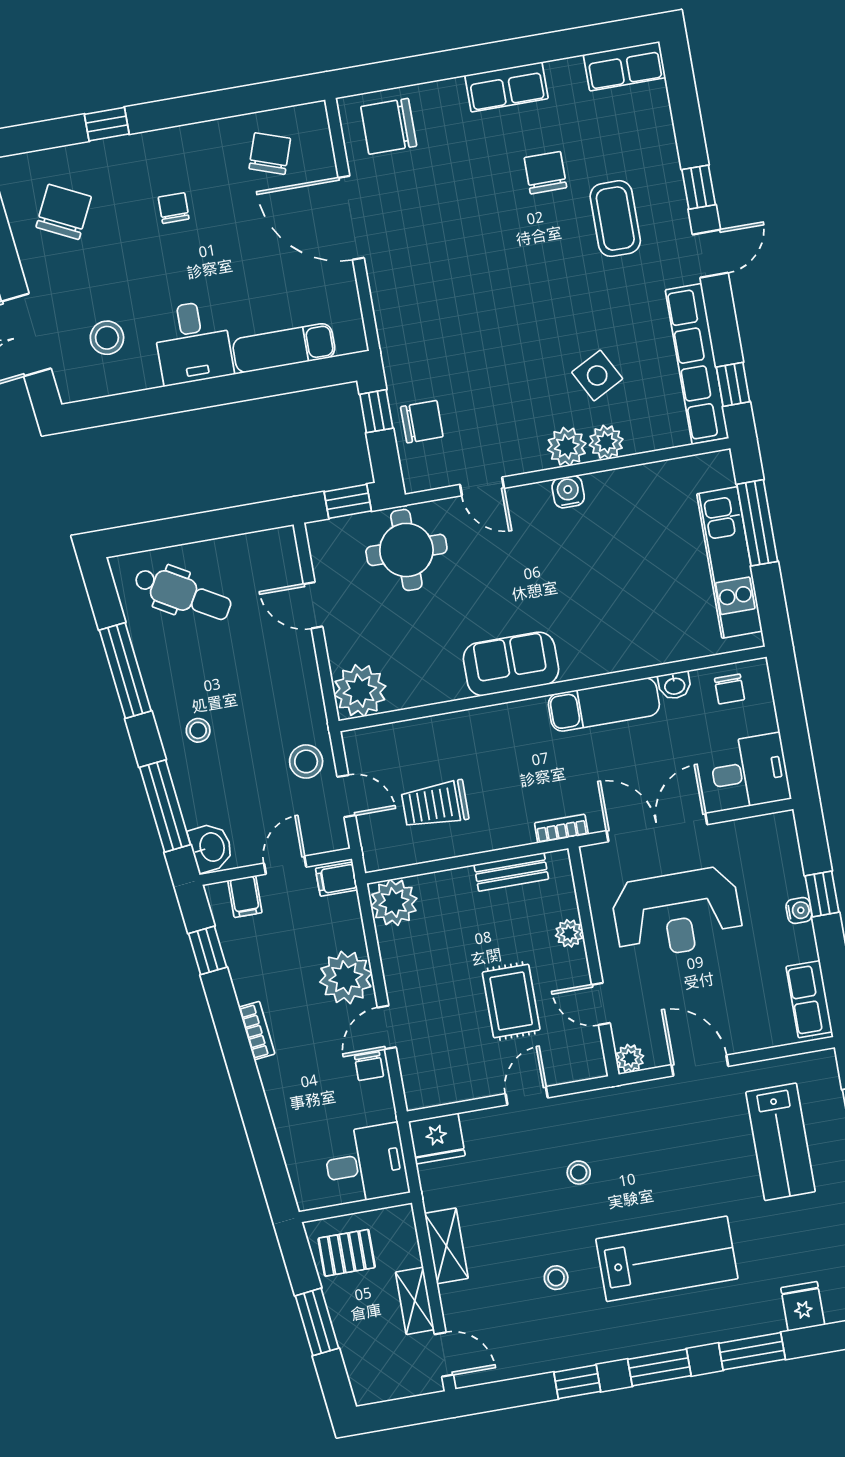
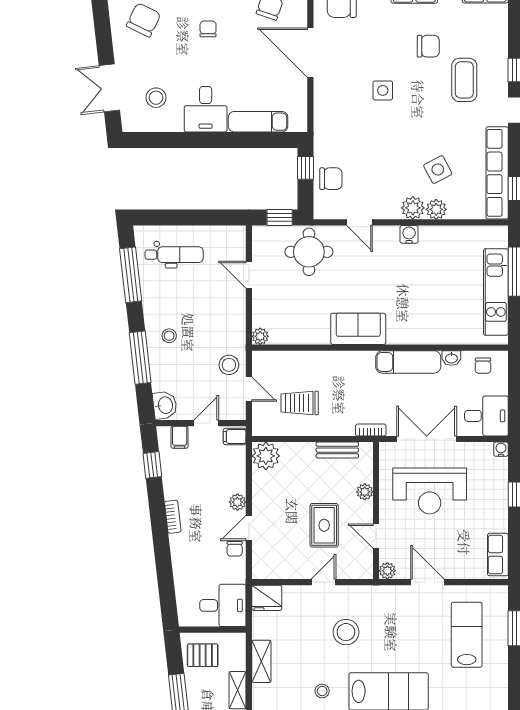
chair: (545, 173) -> (428, 46), turned 90
side table: (483, 260) -> (383, 90), added
dental chair: (183, 594) -> (174, 255), turned -30
window: (125, 671) -> (131, 275), moved
plant: (360, 691) -> (260, 336), width x0.53, depth x0.53
window: (165, 806) -> (140, 358), moved
water cooler: (799, 911) -> (501, 449), moved, turned -90
plant: (346, 978) -> (237, 502), width x0.53, depth x0.53
lab bench: (781, 1142) -> (467, 635), turned 180
stool: (579, 1173) -> (346, 632), width x1.89, depth x1.89

